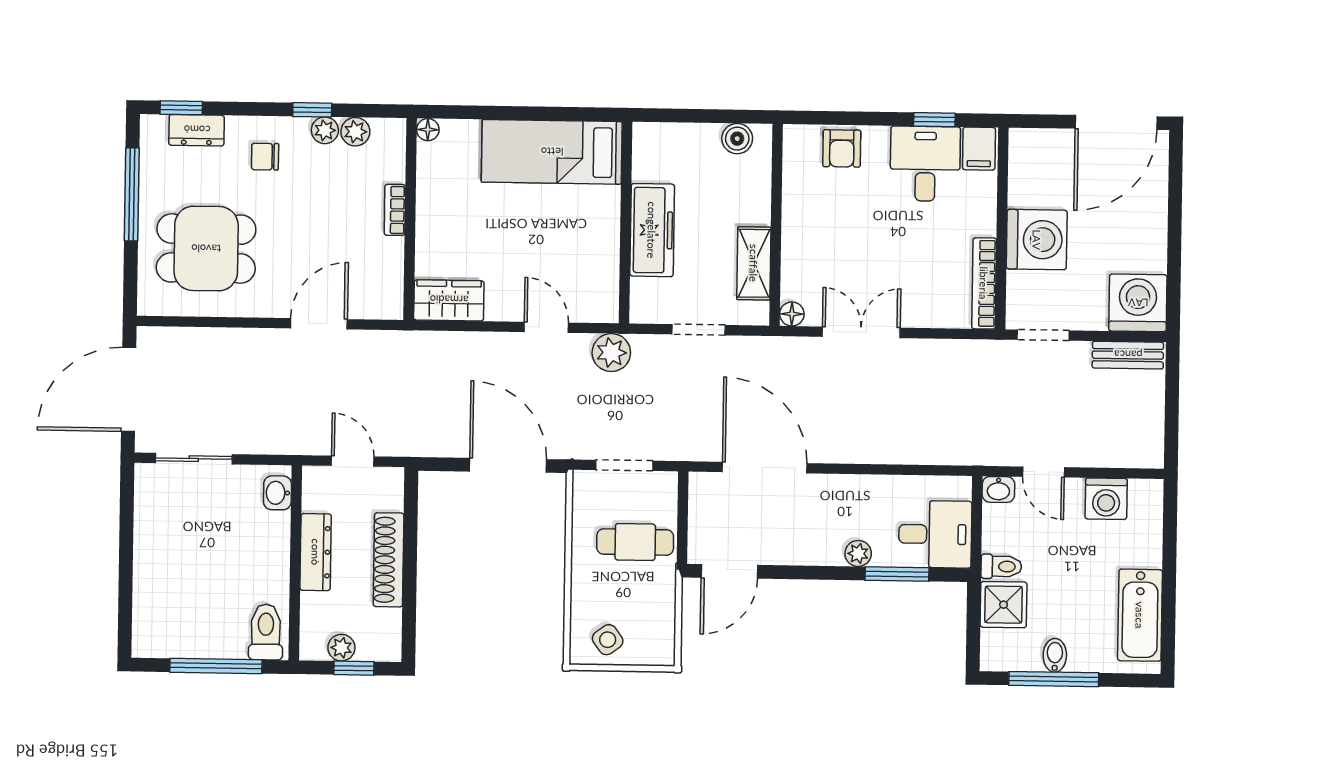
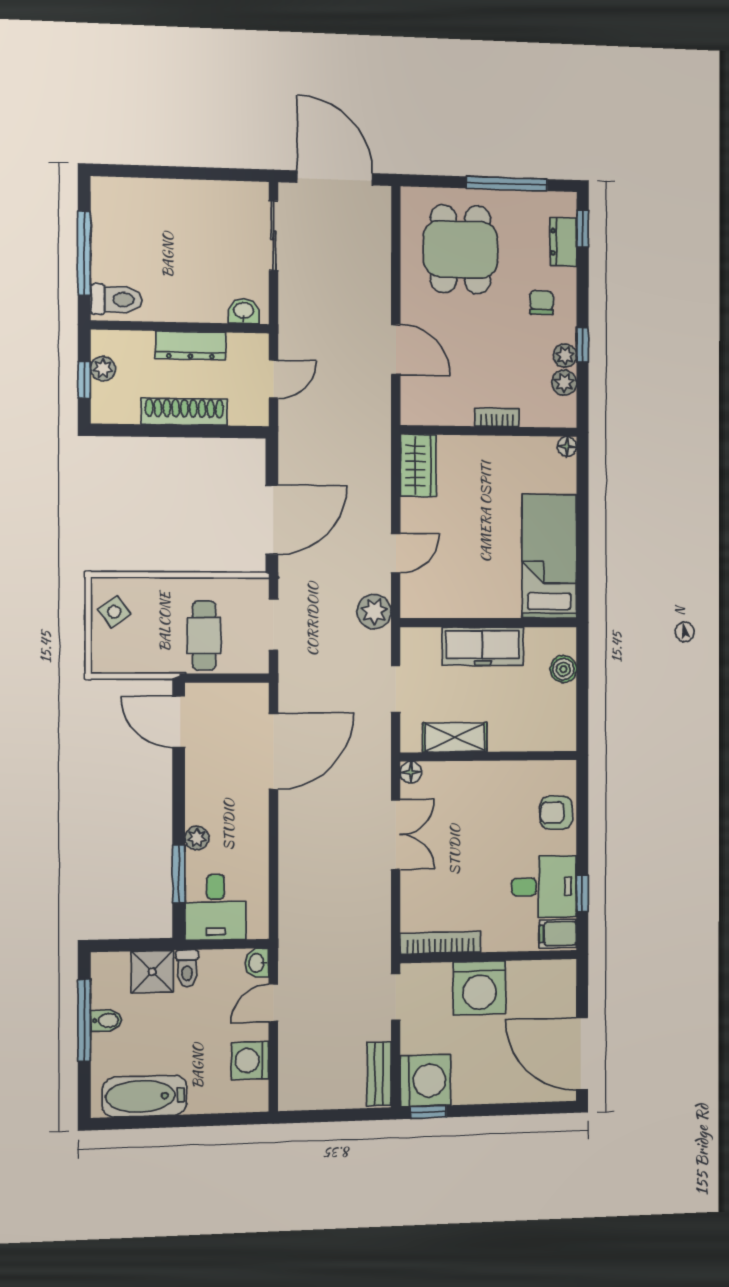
boiler: (737, 139) -> (563, 669), moved
window: (1173, 300) -> (428, 1112), added

